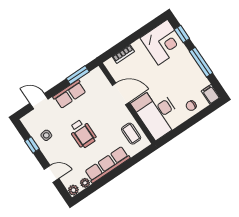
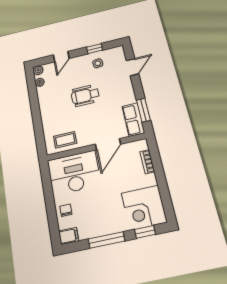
row of seats: (70, 94) -> (133, 119), moved
row of seats: (107, 165) -> (47, 107), removed

